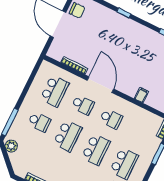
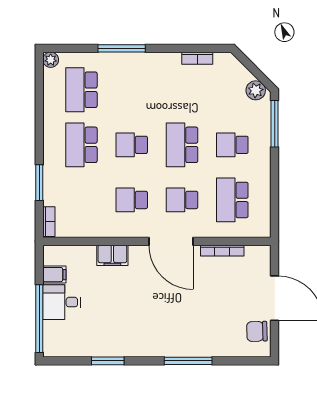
window: (124, 13) -> (188, 361), width x2.17
filing cabinet: (141, 95) -> (112, 255), width x2.00
school desk: (96, 150) -> (132, 145), width x0.54

